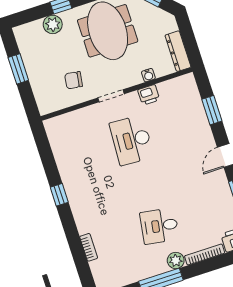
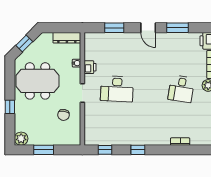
plant: (53, 24) -> (21, 139), moved
window: (45, 151) -> (105, 150), added

